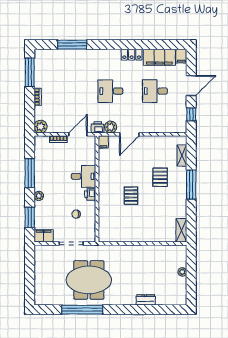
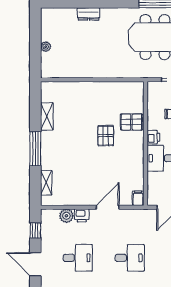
door: (191, 86) -> (35, 264), hinge flipped
printer: (98, 127) -> (82, 215), moved
plant: (111, 127) -> (66, 216), moved
pallet: (160, 177) -> (131, 122), moved, turned 90
shelving: (181, 230) -> (47, 116), moved

